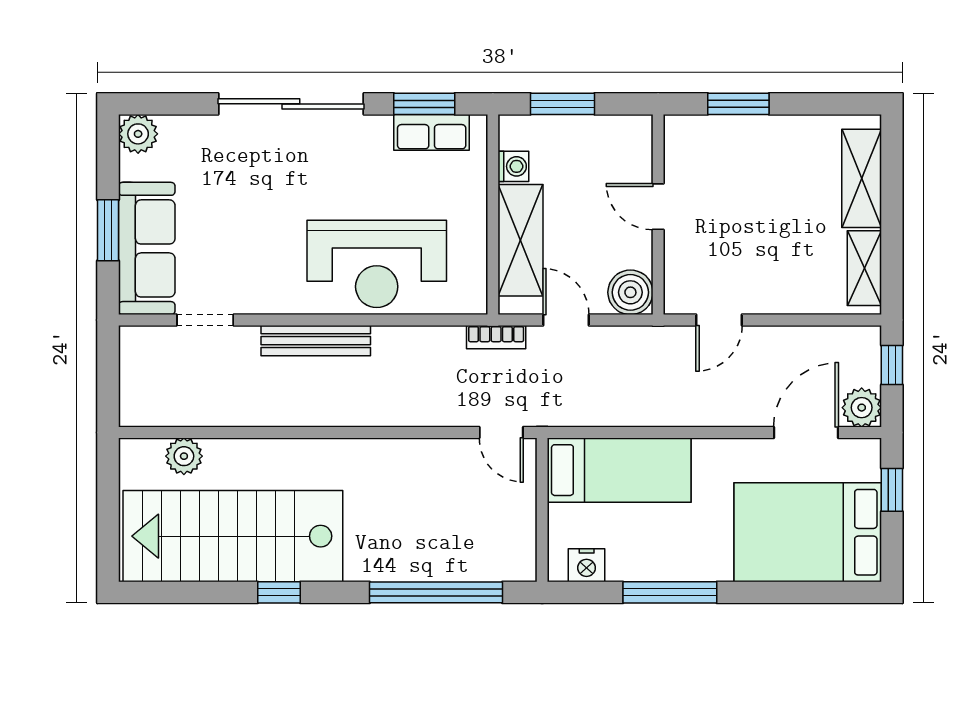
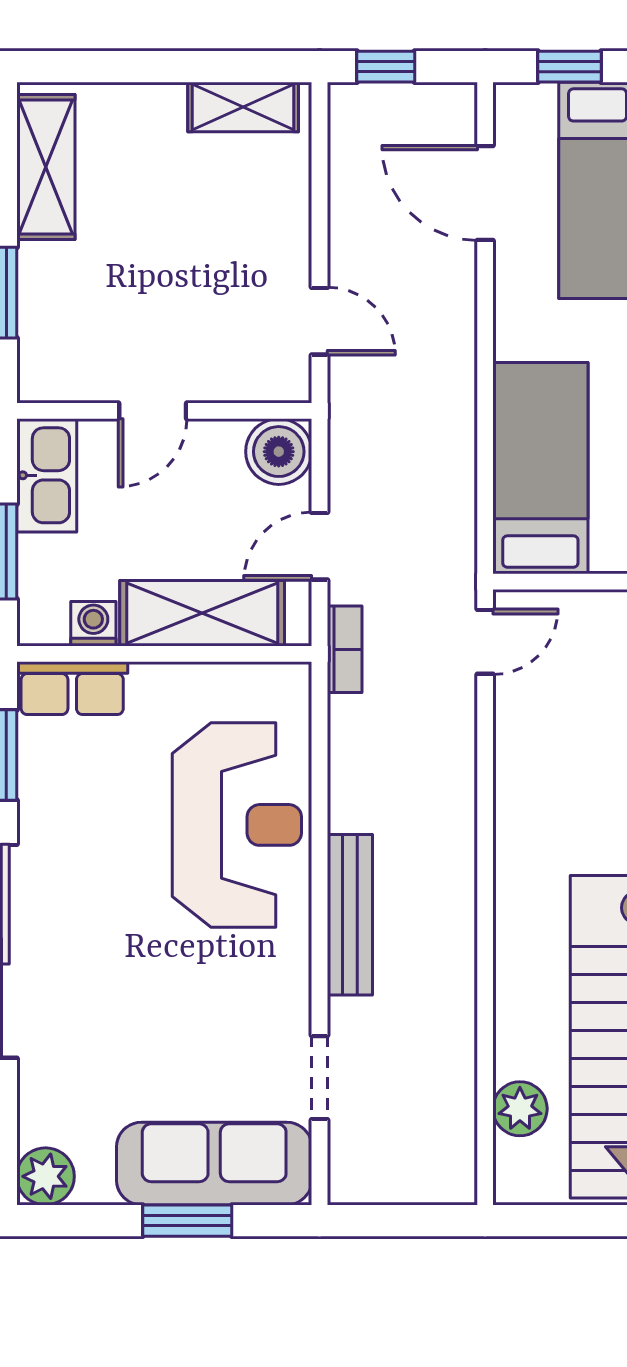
row of seats: (432, 132) -> (72, 688), moved, turned 90
kitchen sink: (614, 135) -> (47, 475), added
shelving: (862, 178) -> (46, 167), moved, turned 90
plant: (862, 408) -> (448, 111), removed

